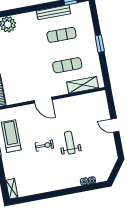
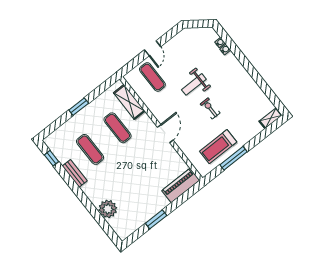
bench: (53, 12) -> (75, 173), width x0.73
exercise mat: (93, 113) -> (152, 77), added

